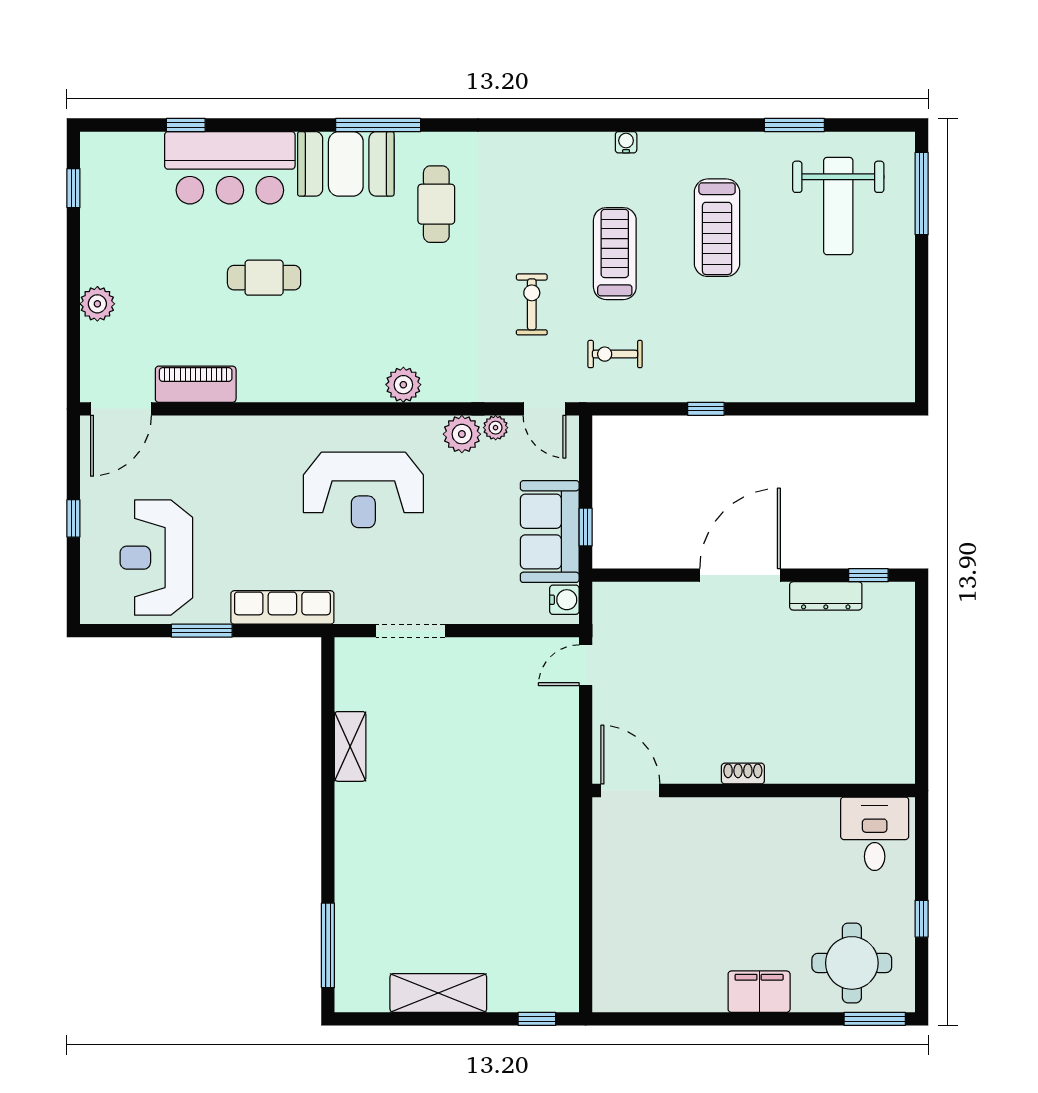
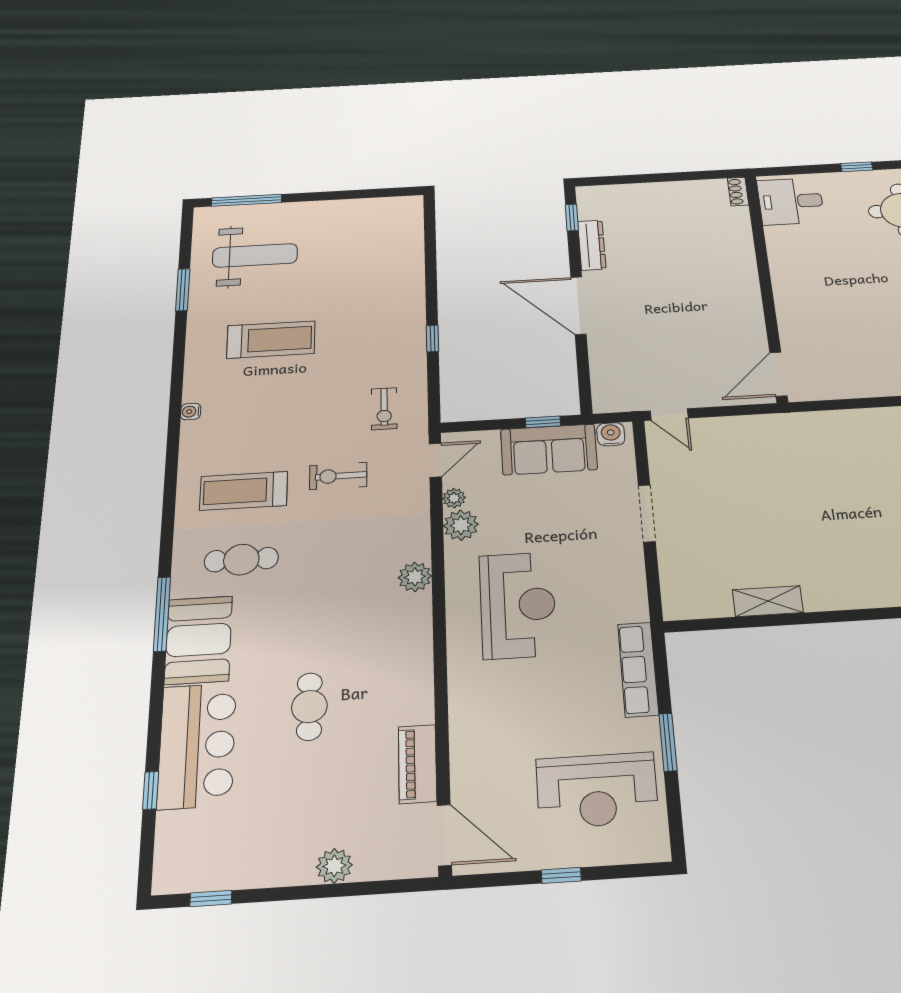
treadmill: (615, 254) -> (244, 491), moved
doorway: (410, 631) -> (647, 513), moved
shoe rack: (743, 774) -> (738, 192), moved

